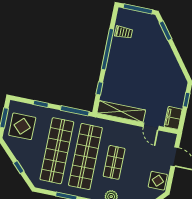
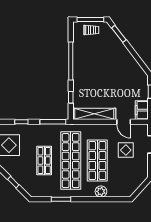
trolley: (124, 32) -> (91, 30), moved
shop shelf: (57, 151) -> (44, 161), width x0.50, depth x0.74
shop shelf: (114, 162) -> (97, 161), width x1.43, depth x1.36
display table: (158, 181) -> (126, 150), moved

